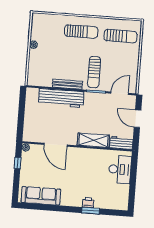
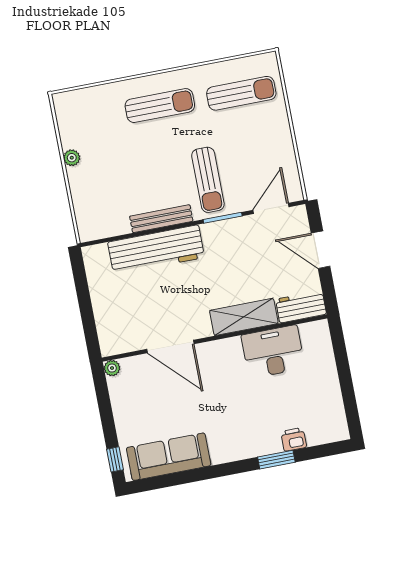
window: (18, 163) -> (115, 459), moved
desk: (120, 169) -> (273, 352), moved, turned -90
printer: (88, 203) -> (294, 439), moved

